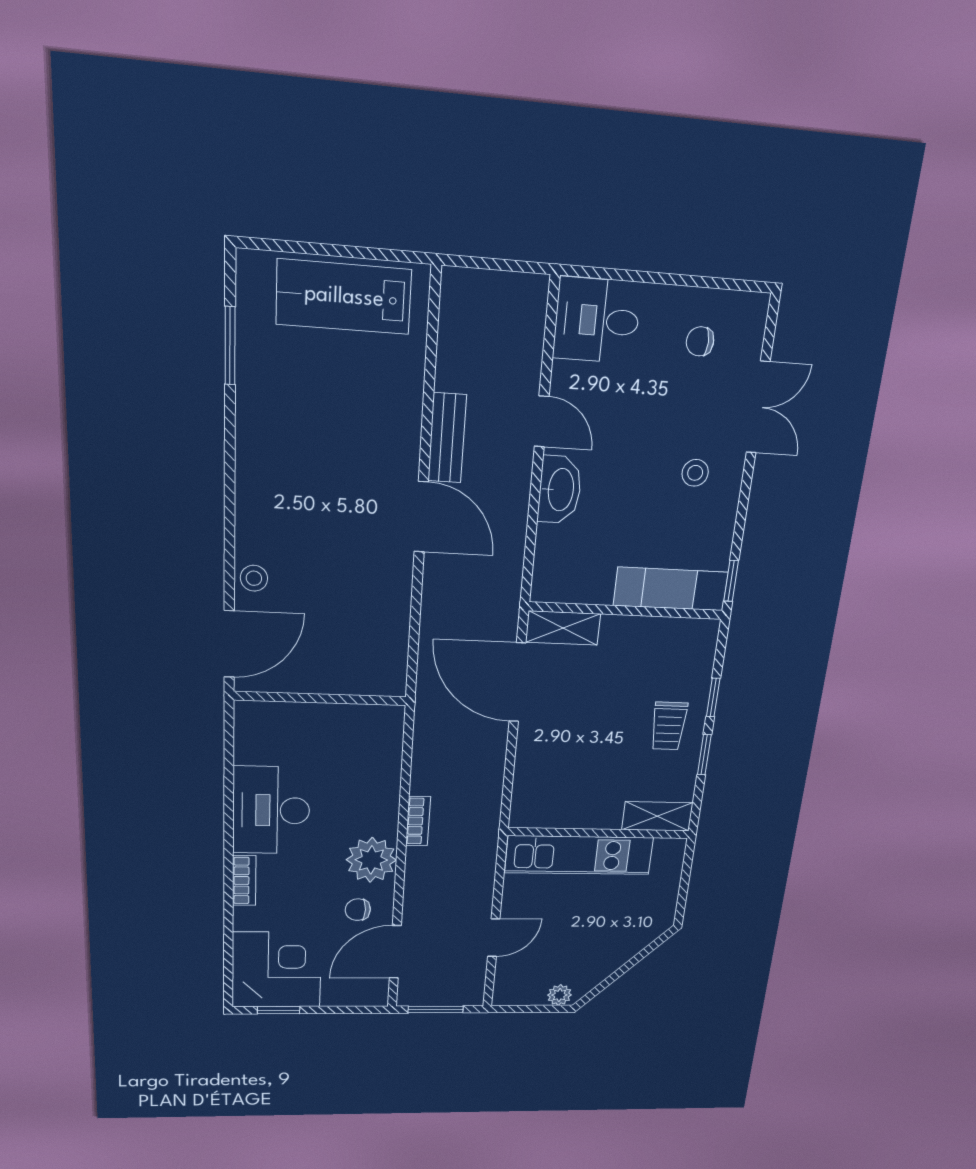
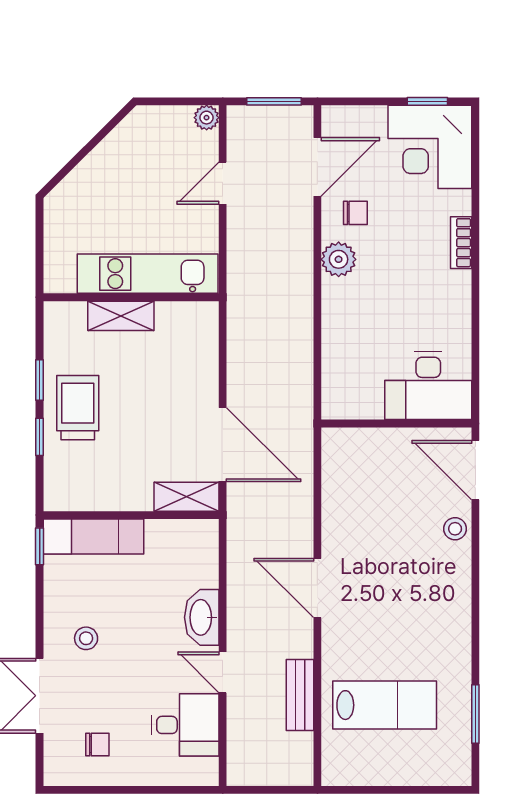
lab bench: (344, 297) -> (385, 705), moved
desk: (597, 321) -> (185, 725), moved
bench: (447, 438) -> (300, 695), moved
door: (229, 644) -> (475, 470), hinge flipped
trolley: (669, 726) -> (78, 408), width x1.36, depth x1.39
desk: (271, 810) -> (428, 386), moved, turned 90
shelving: (657, 816) -> (121, 316), moved
bookcase: (418, 821) -> (304, 306), removed
plant: (371, 860) -> (339, 259), width x0.73, depth x0.73
plant: (559, 995) -> (207, 118), moved

